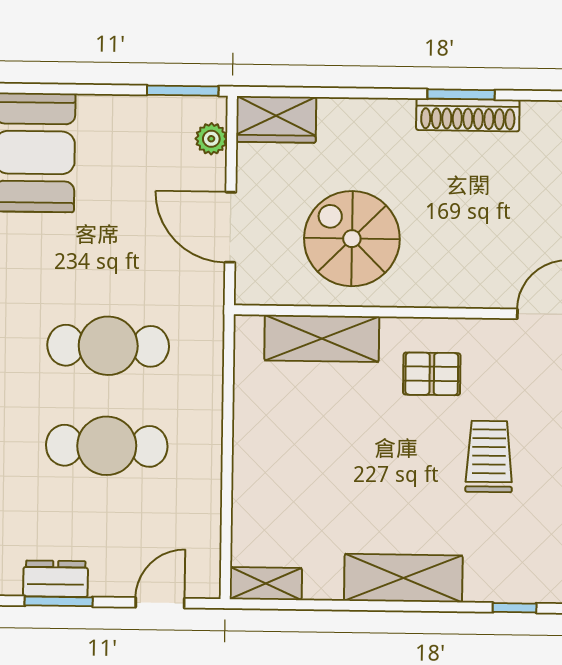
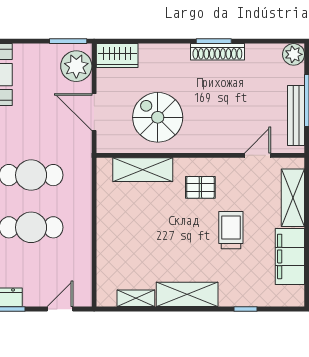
plant: (211, 139) -> (76, 66), width x1.88, depth x1.88
shelving: (266, 584) -> (136, 298), moved

